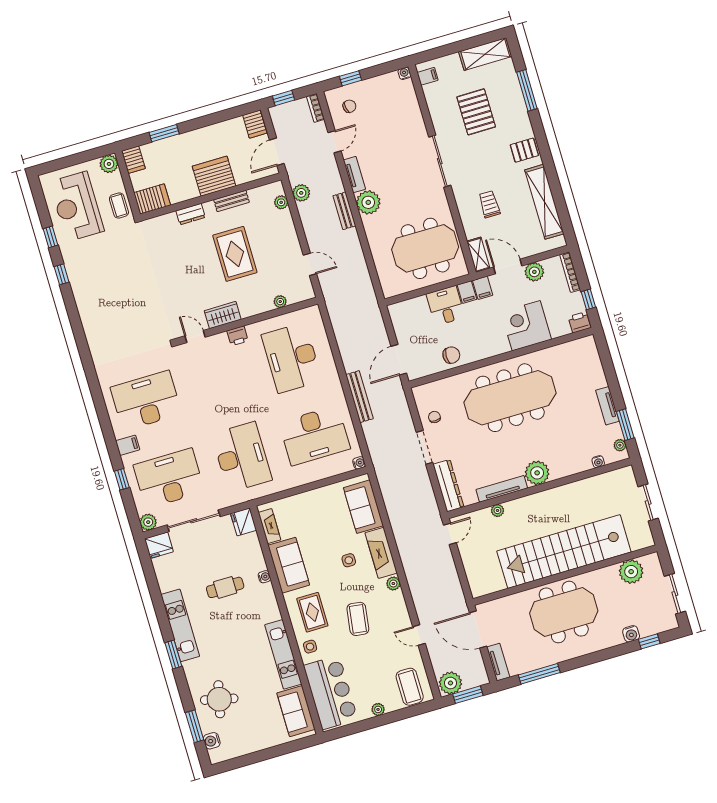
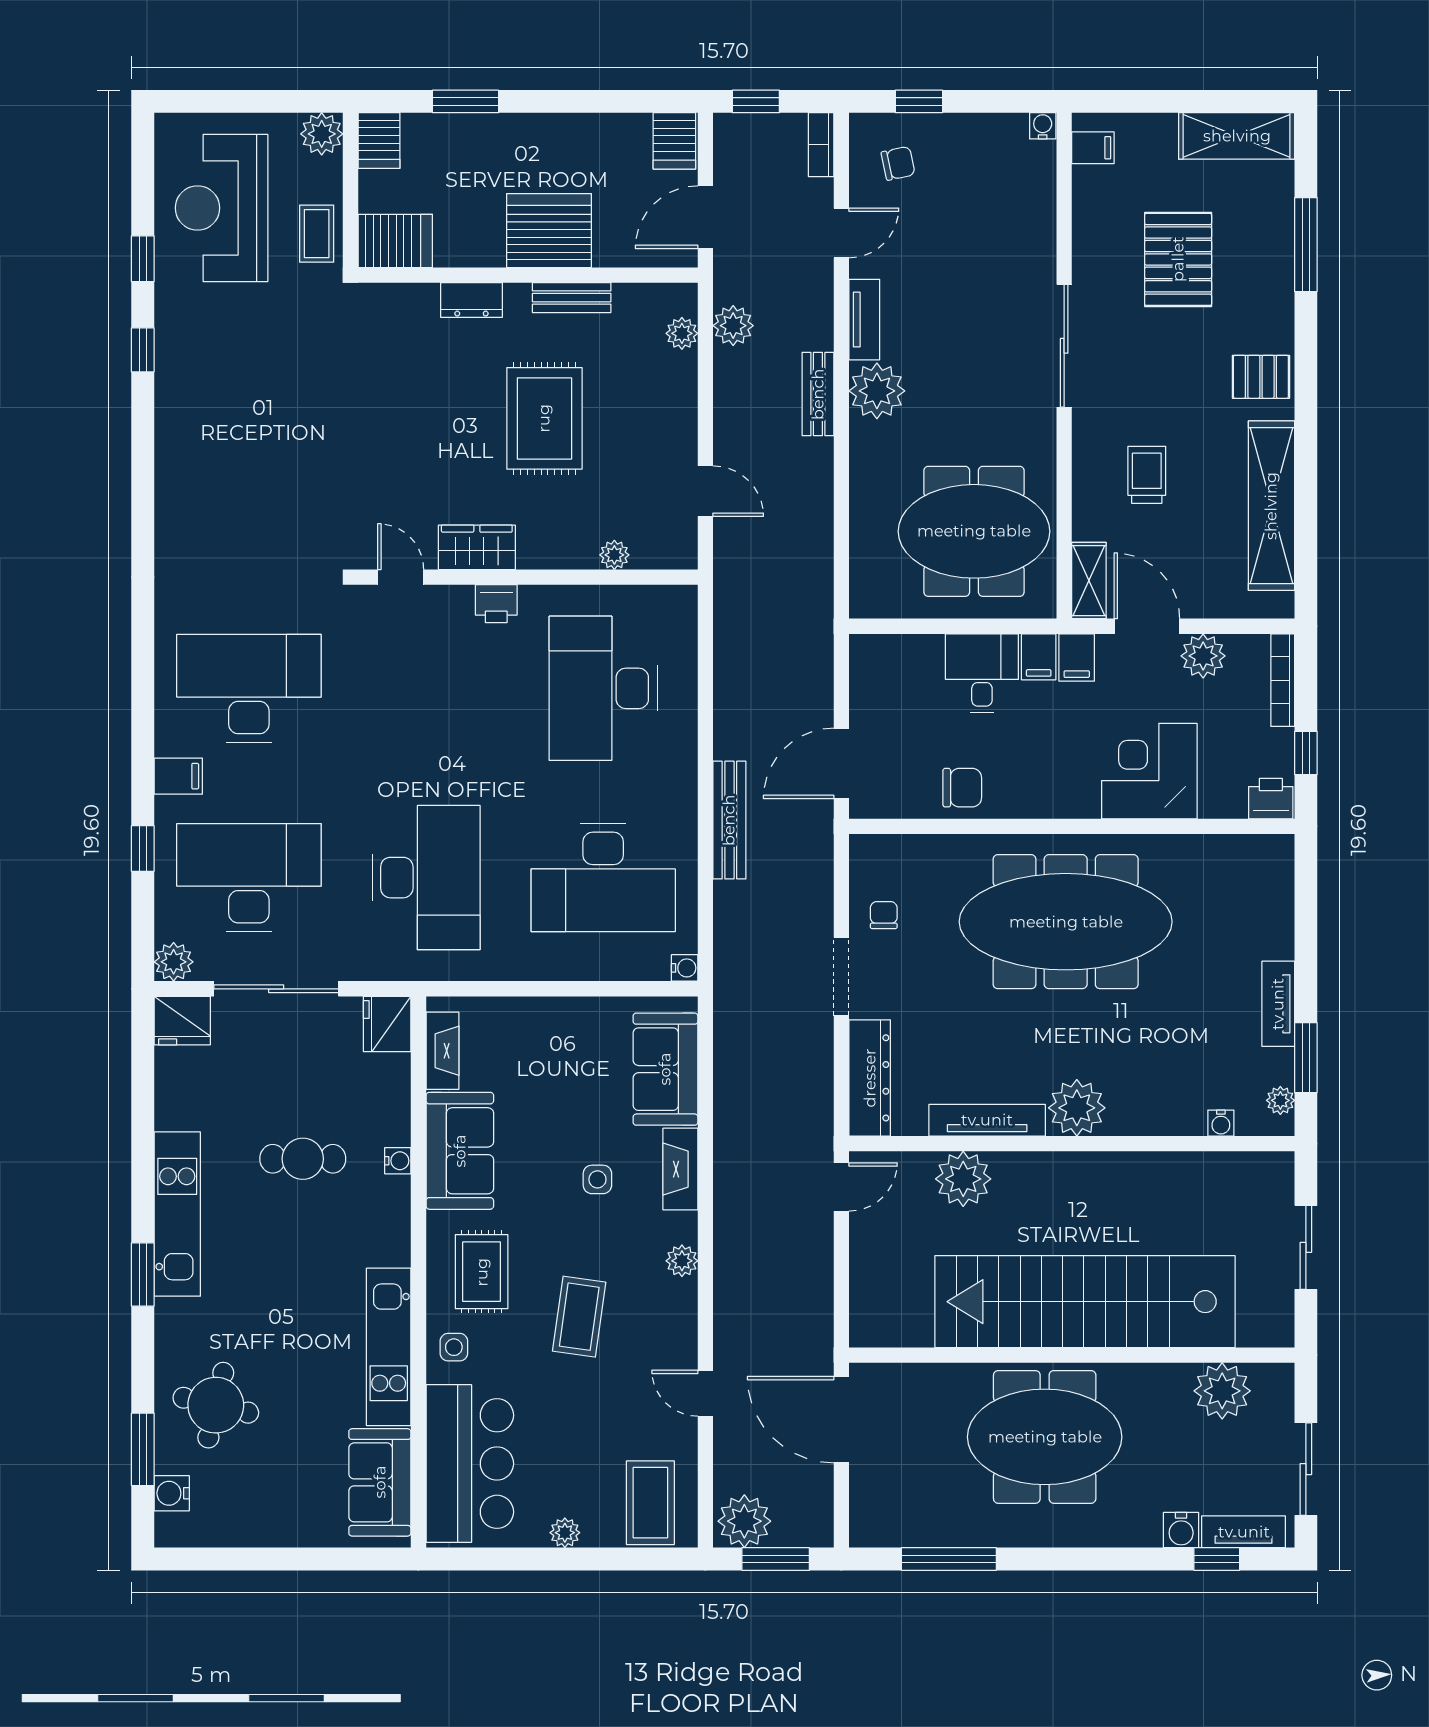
plant: (497, 510) -> (963, 1179), width x1.88, depth x1.88
fireplace: (381, 553) -> (680, 1169), width x0.73, depth x0.76
tv unit: (498, 662) -> (1244, 1532), moved, turned -90

